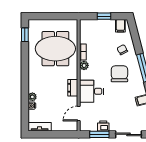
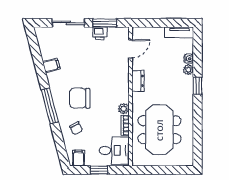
window: (25, 35) -> (198, 86), moved
meeting table: (55, 49) -> (159, 130), turned 90
chair: (119, 74) -> (80, 98), turned 90
desk: (92, 91) -> (114, 151), moved

